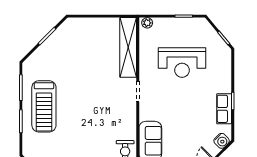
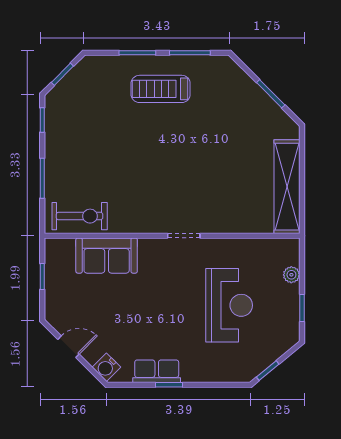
plant: (147, 23) -> (291, 275), moved
shelving: (128, 47) -> (287, 187), moved, turned 90
reception desk: (182, 63) -> (229, 305), turned 180
treadmill: (44, 106) -> (161, 89), width x0.73, depth x0.73

